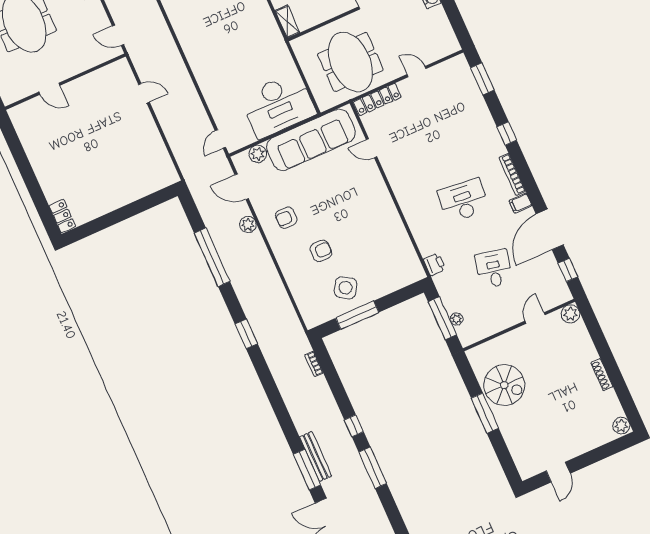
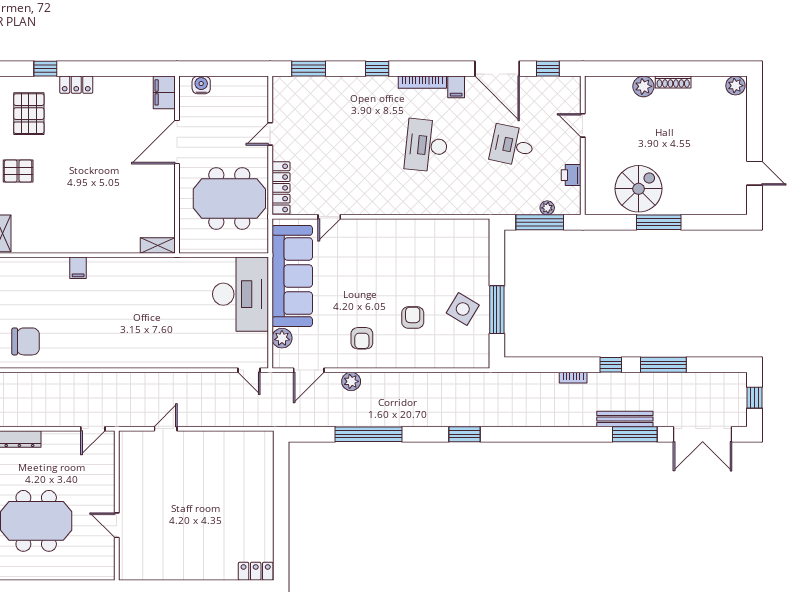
door: (49, 89) -> (117, 525), swing flipped
printer: (434, 264) -> (571, 175), moved, turned -90
plant: (570, 314) -> (643, 86), moved
bookcase: (314, 364) -> (573, 378), moved

